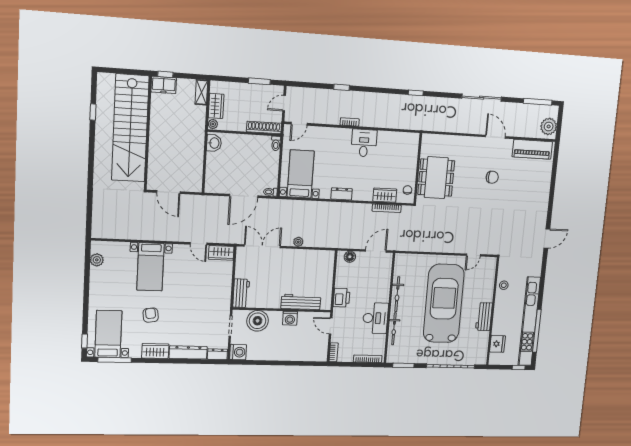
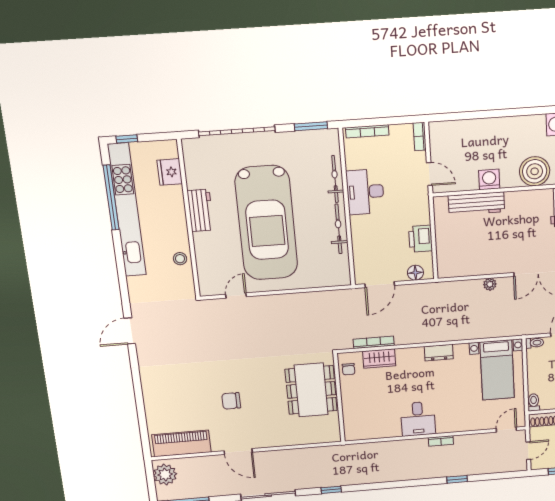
window: (416, 93) -> (331, 490), moved
printer: (342, 298) -> (420, 239), moved

